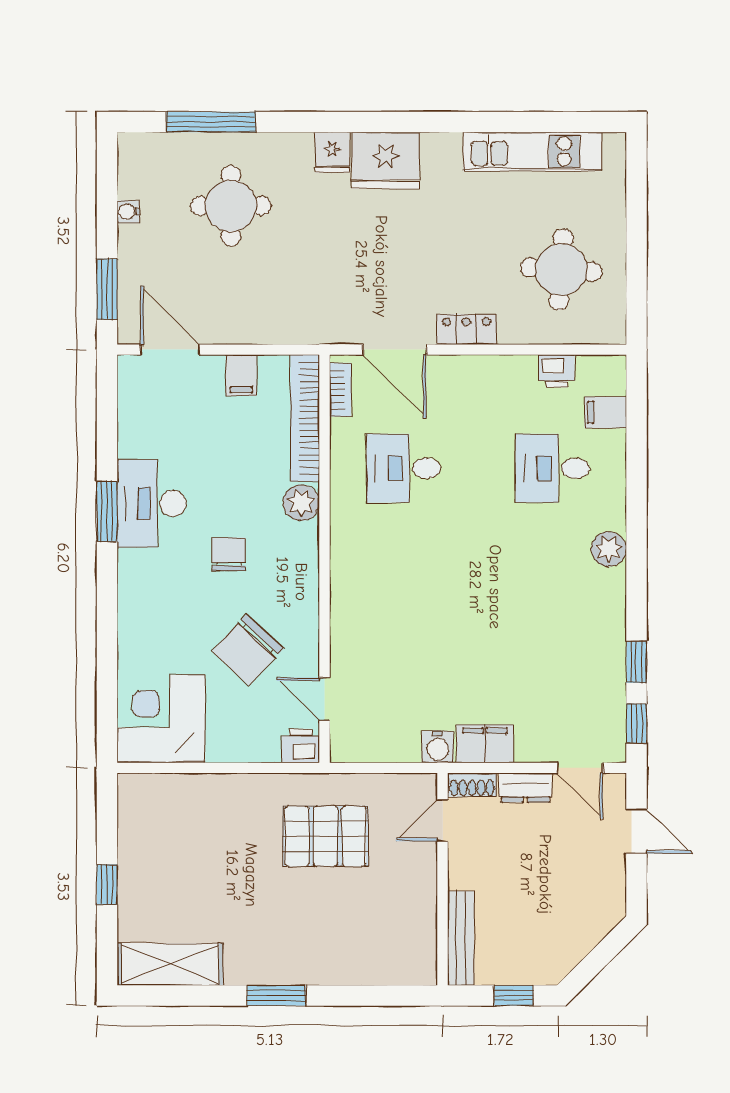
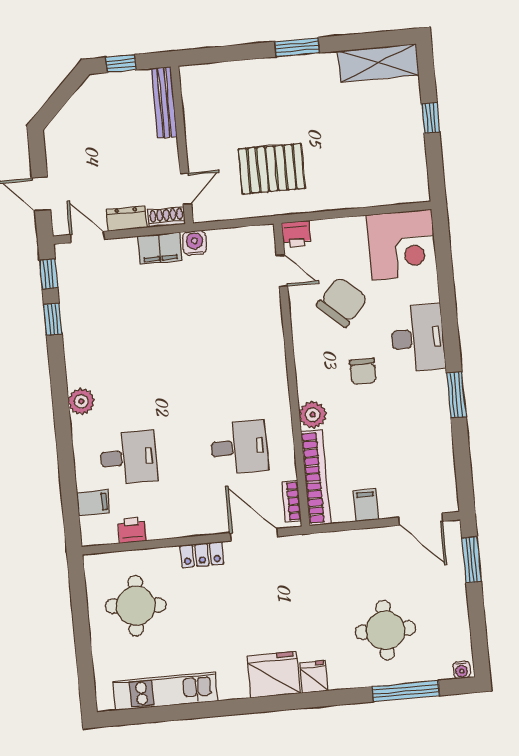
water cooler: (128, 212) -> (462, 670), moved, turned 90
desk: (152, 503) -> (418, 338), moved

